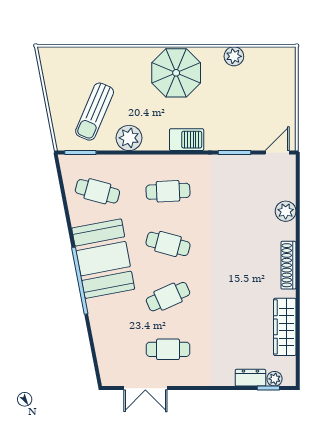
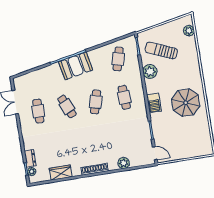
plant: (234, 56) -> (189, 31), moved
parasol: (176, 73) -> (186, 103), moved
booth: (103, 259) -> (76, 66), width x0.73, depth x0.70
wardrobe: (285, 327) -> (61, 173), width x0.67

